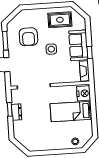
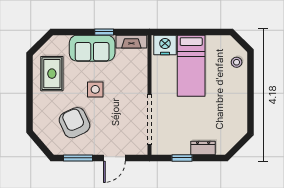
armchair: (28, 37) -> (74, 123), turned -115
dresser: (17, 112) -> (203, 148), moved

